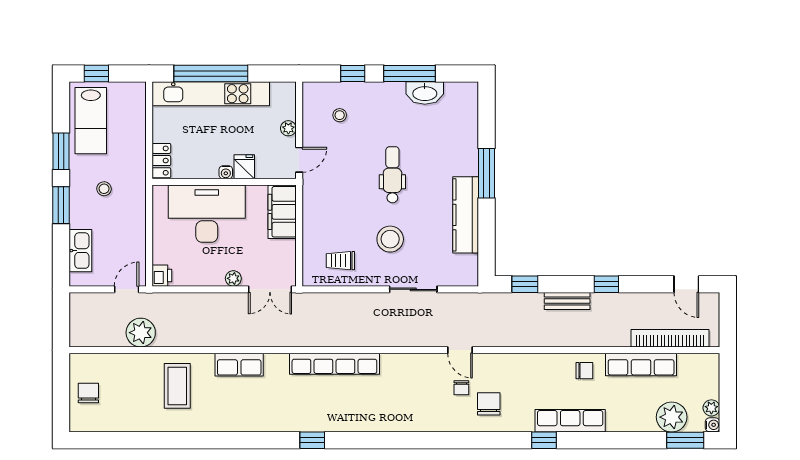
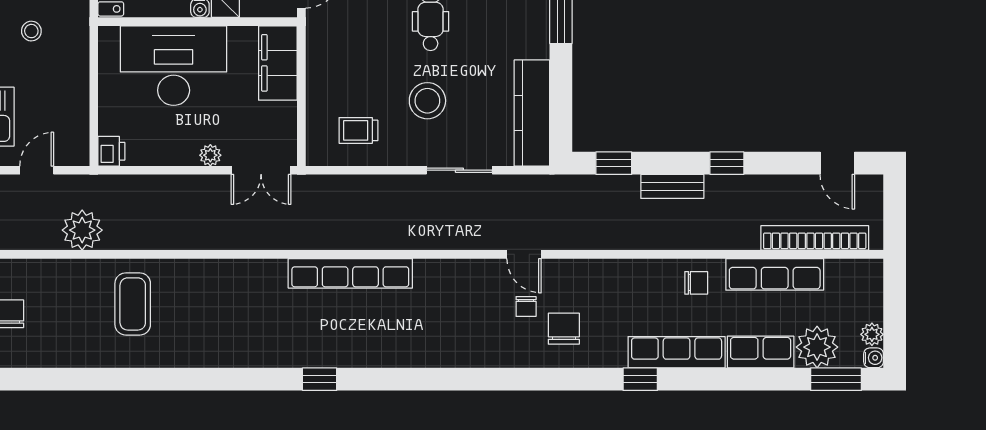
kitchen counter: (466, 215) -> (532, 113), moved
door: (127, 289) -> (37, 170), moved
row of seats: (239, 365) -> (761, 352), moved, turned 180

